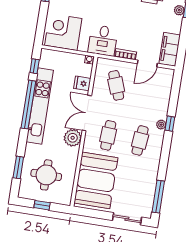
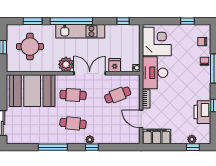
desk: (103, 40) -> (155, 73), width x1.37
window: (28, 105) -> (71, 21), moved
kitchen unit: (40, 106) -> (80, 31), width x0.73
window: (158, 197) -> (53, 147), moved

